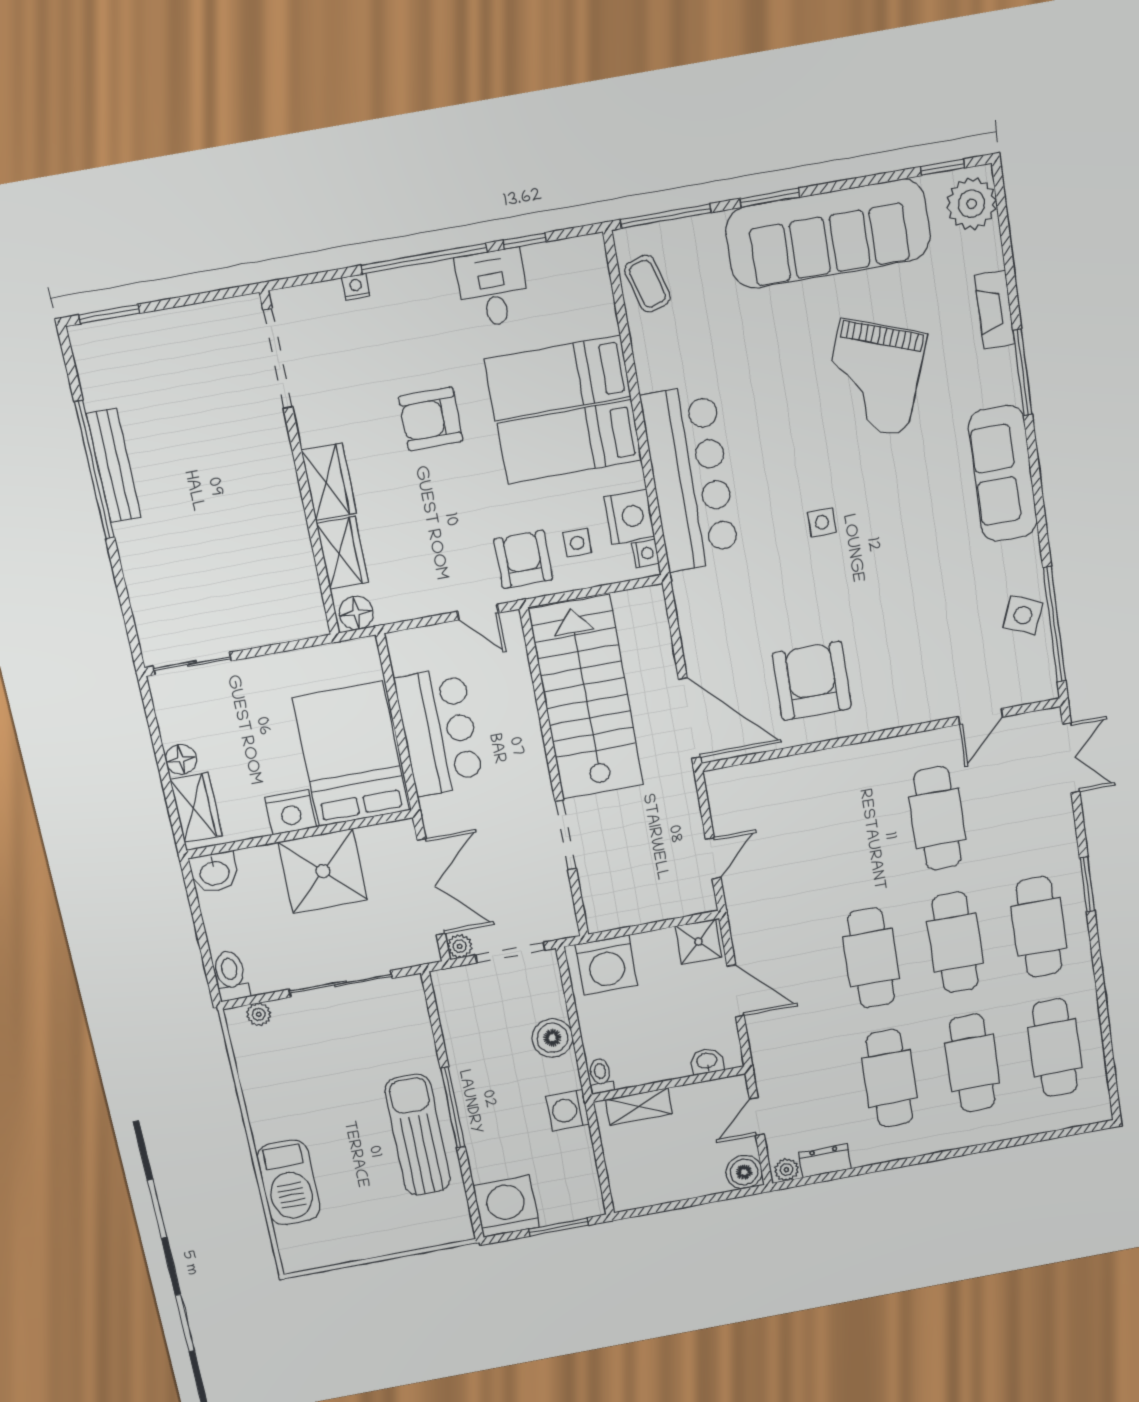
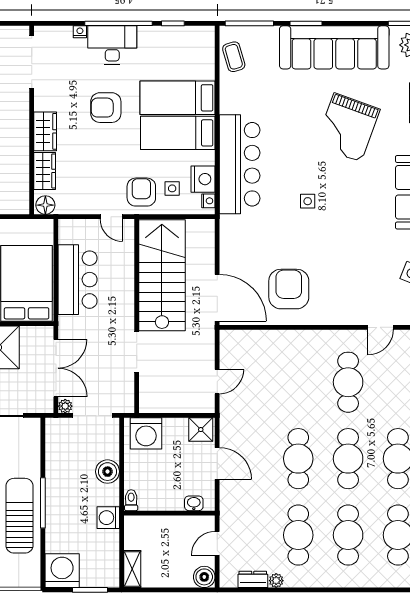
desk: (493, 288) -> (112, 45), moved, width x1.37
shelving: (639, 1107) -> (132, 569), moved, turned 90
plant: (787, 1170) -> (276, 581), moved

